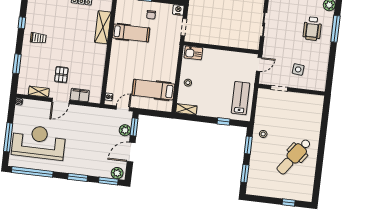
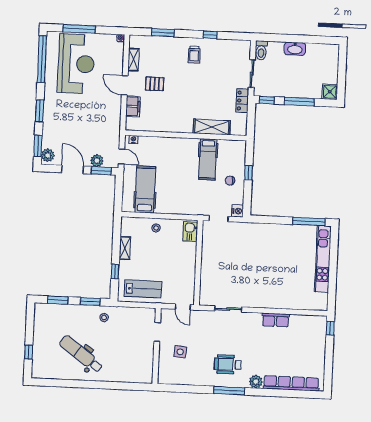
shelving: (186, 109) -> (125, 248), moved

